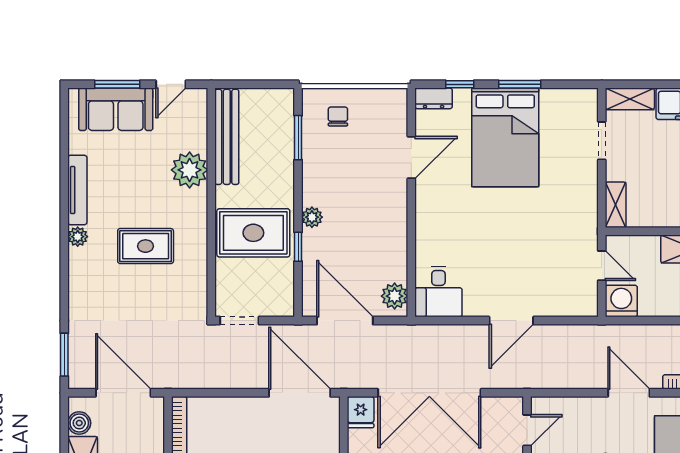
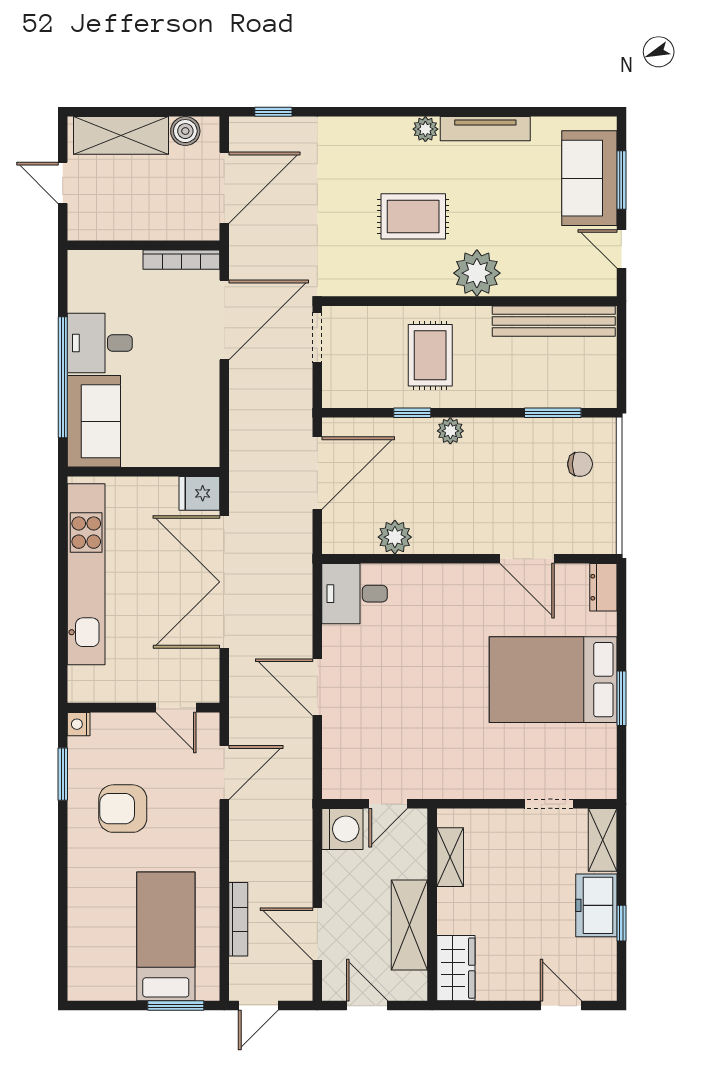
window: (460, 84) -> (621, 621), removed
plant: (190, 170) -> (477, 273), moved
shelving: (616, 205) -> (450, 857), moved, turned 90
rug: (253, 233) -> (430, 355), width x0.73, depth x0.70
rug: (146, 246) -> (413, 216), turned 90
plant: (395, 296) -> (395, 537), moved
window: (64, 355) -> (273, 112), width x0.67
door: (300, 393) -> (224, 320), moved
door: (629, 393) -> (224, 773), moved

